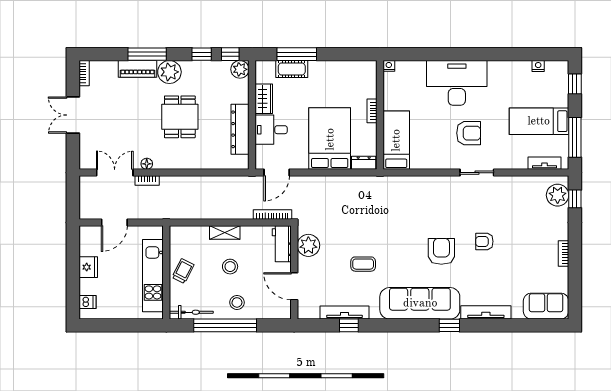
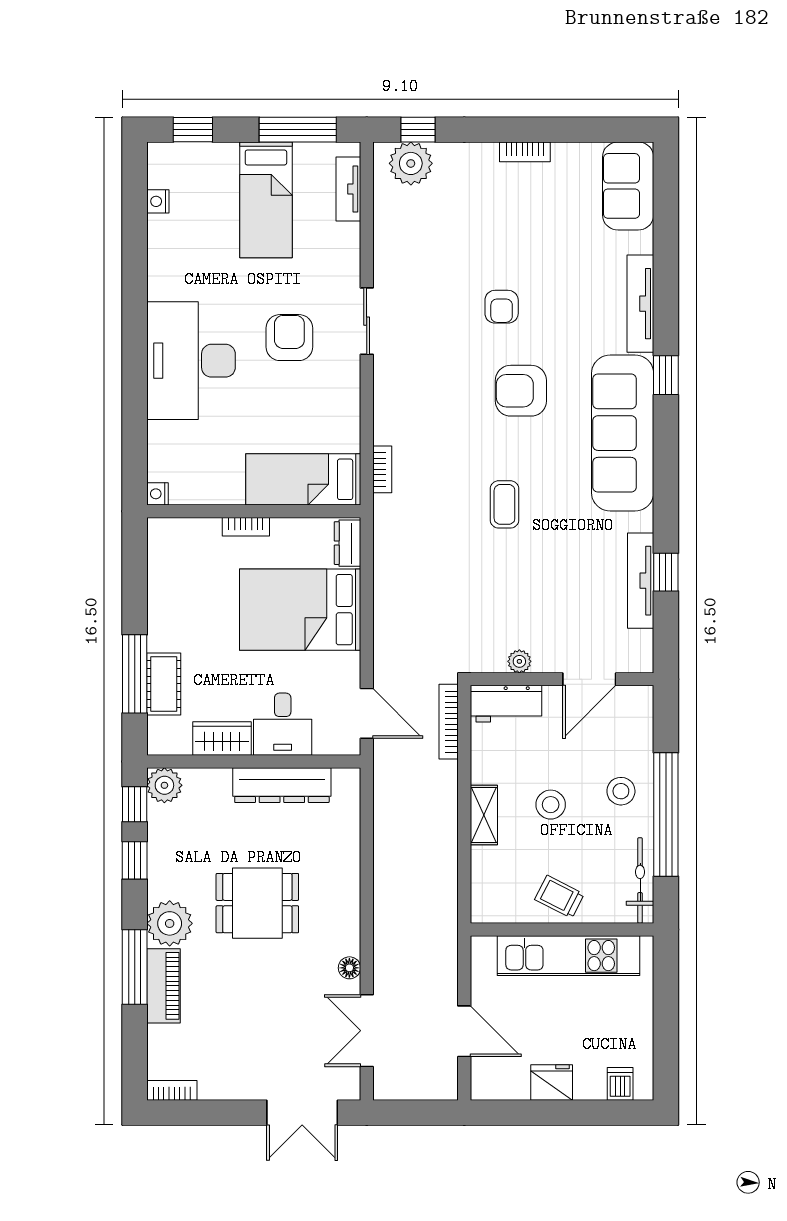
double door: (73, 115) -> (302, 1113), moved
bookcase: (147, 181) -> (382, 469), moved
plant: (308, 245) -> (519, 661), width x0.53, depth x0.53
coffee table: (363, 264) -> (504, 504), moved

